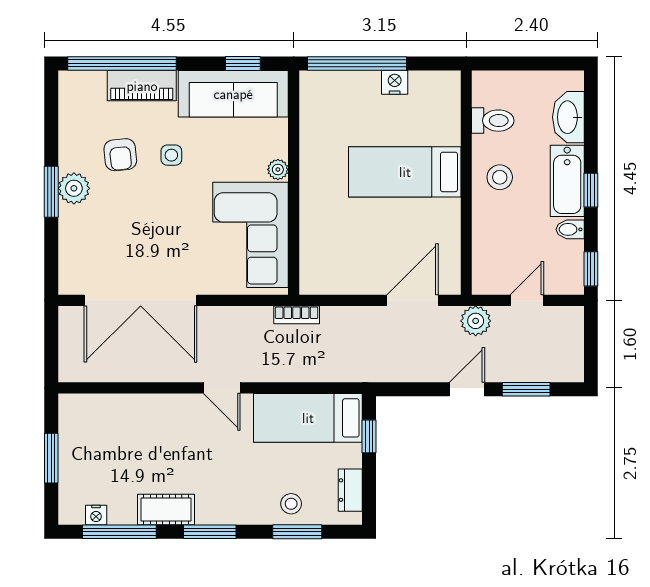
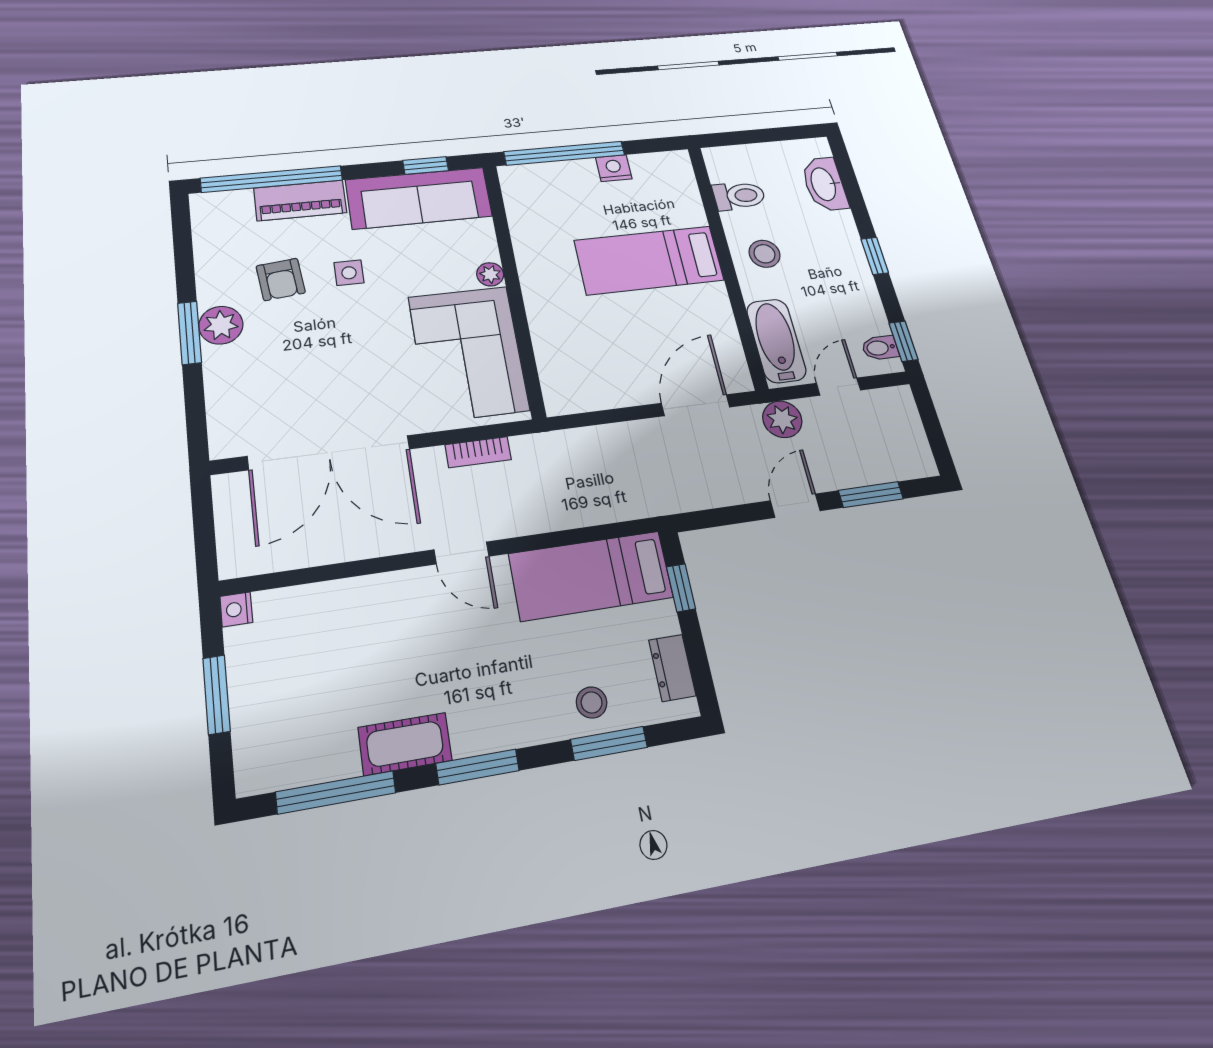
bathtub: (567, 181) -> (776, 341), moved, turned 180
bidet: (570, 229) -> (880, 348), moved
bookcase: (297, 315) -> (478, 452), moved
nightstand: (96, 515) -> (236, 609), moved, turned 90

